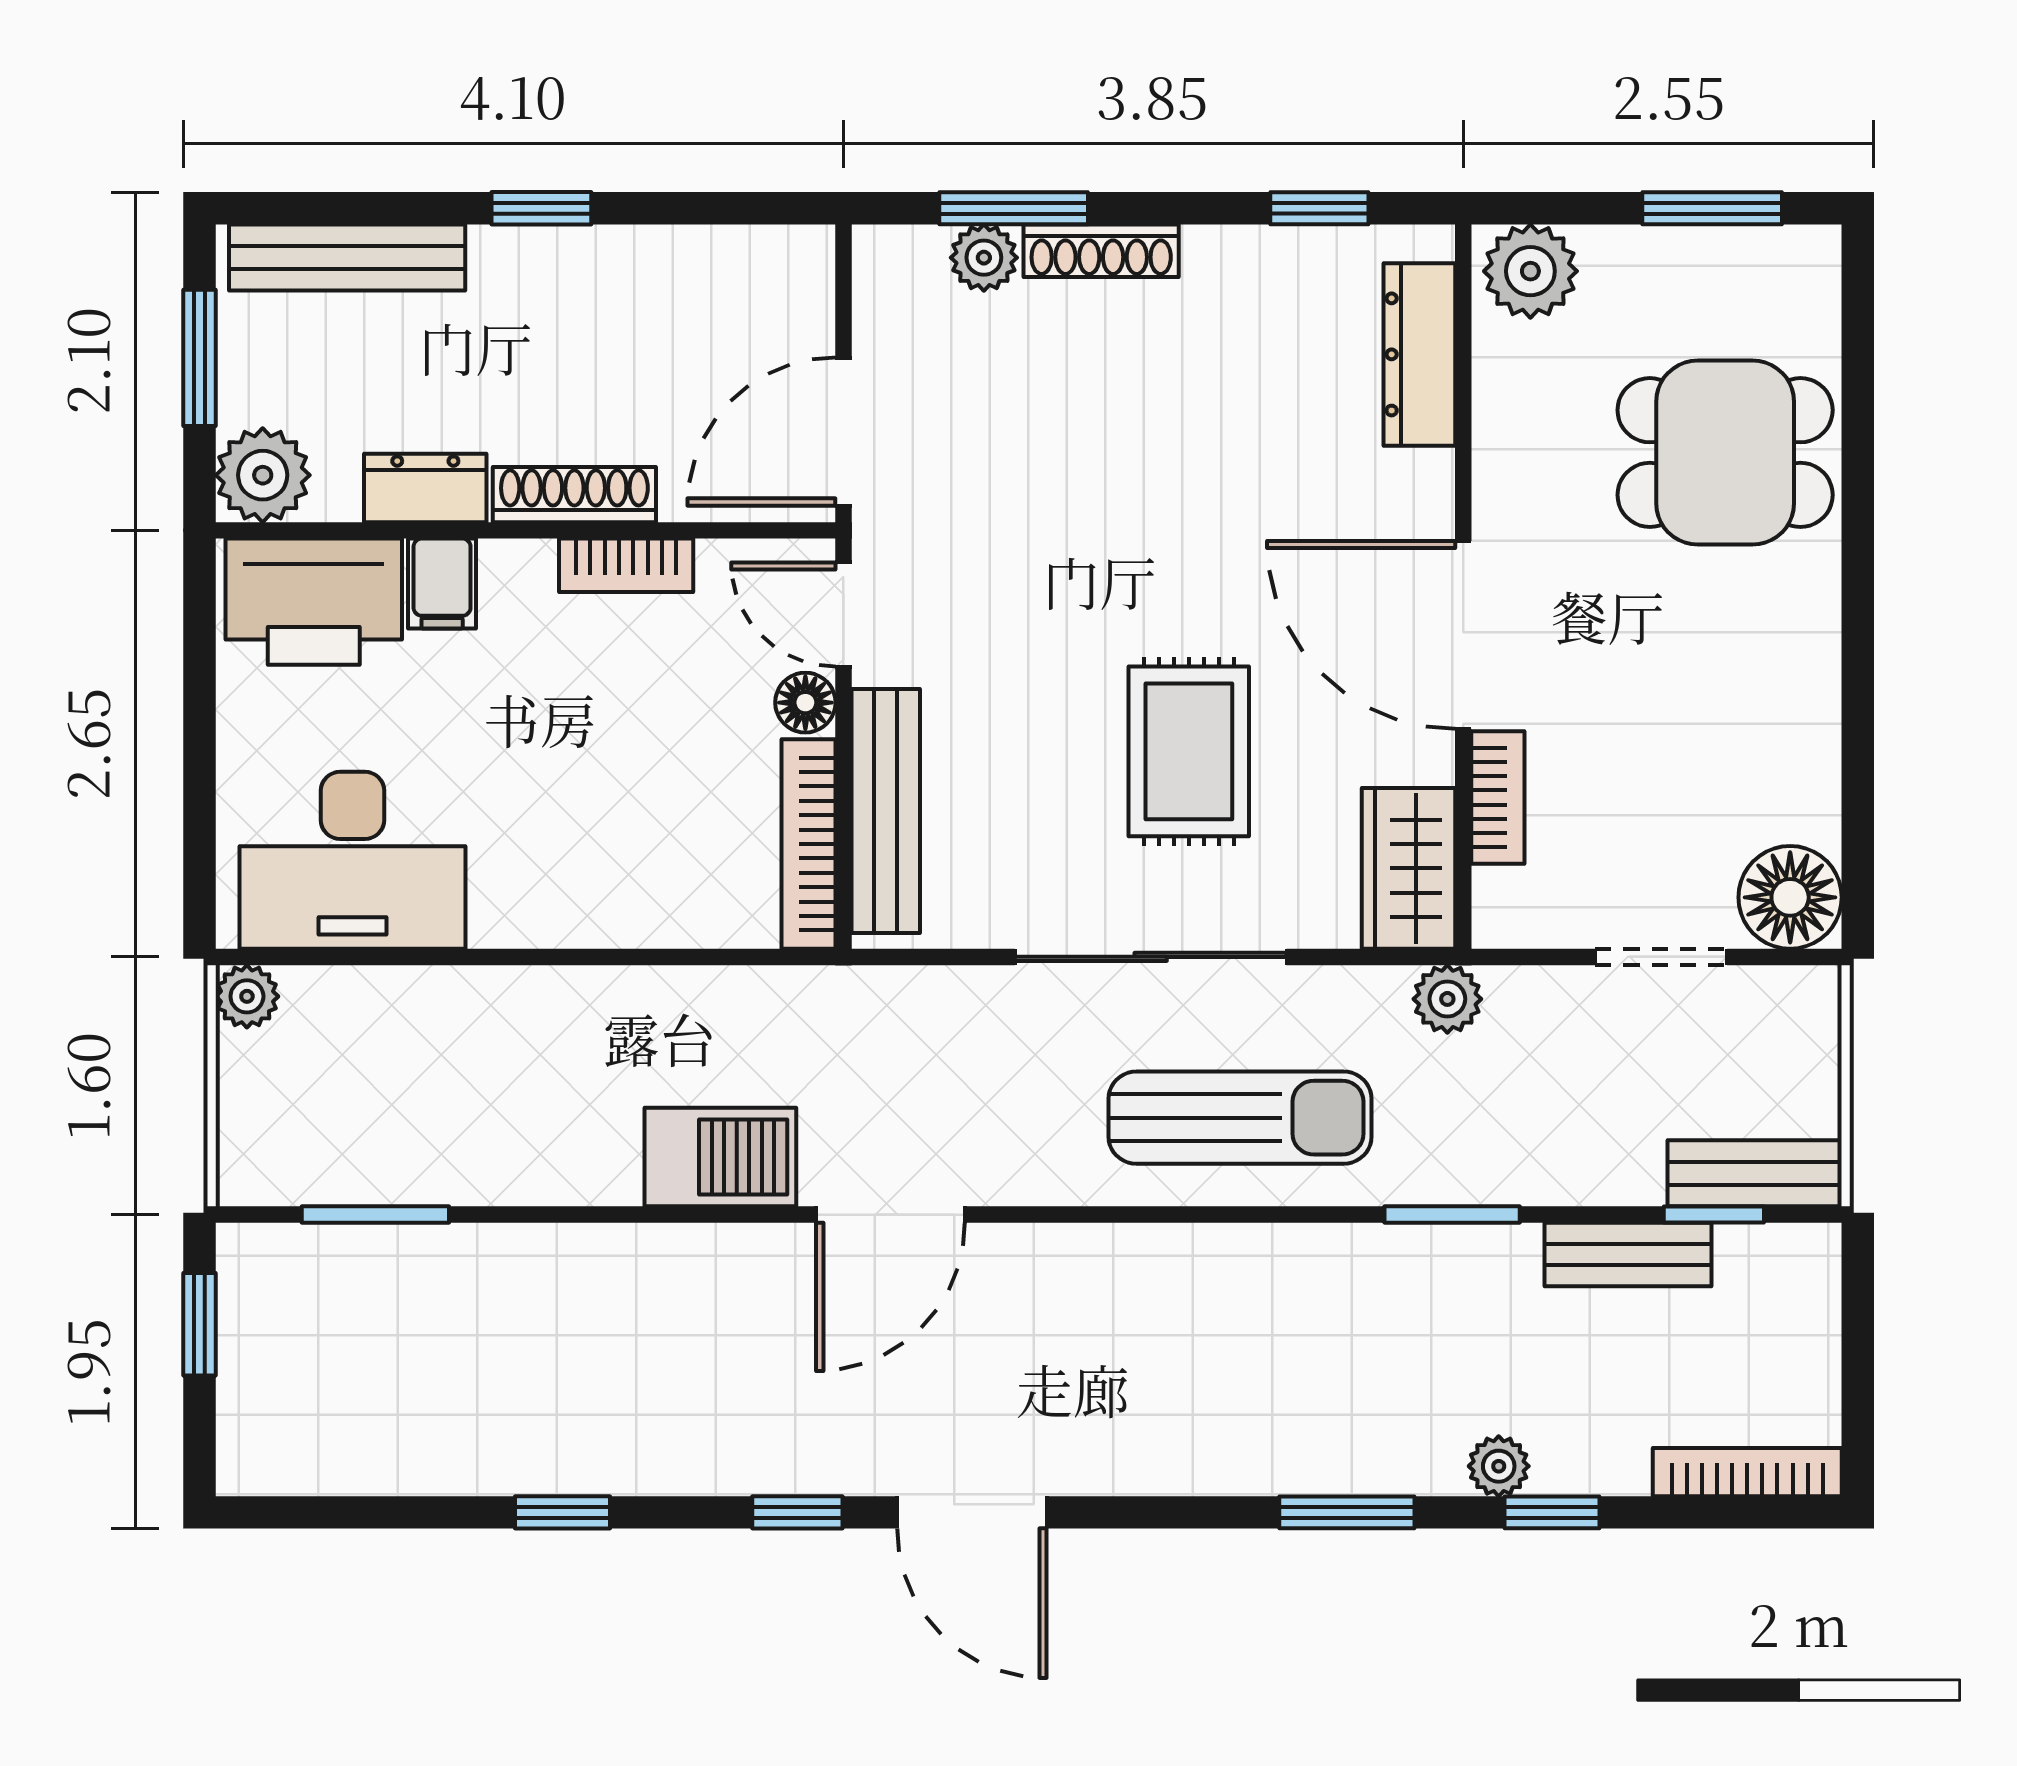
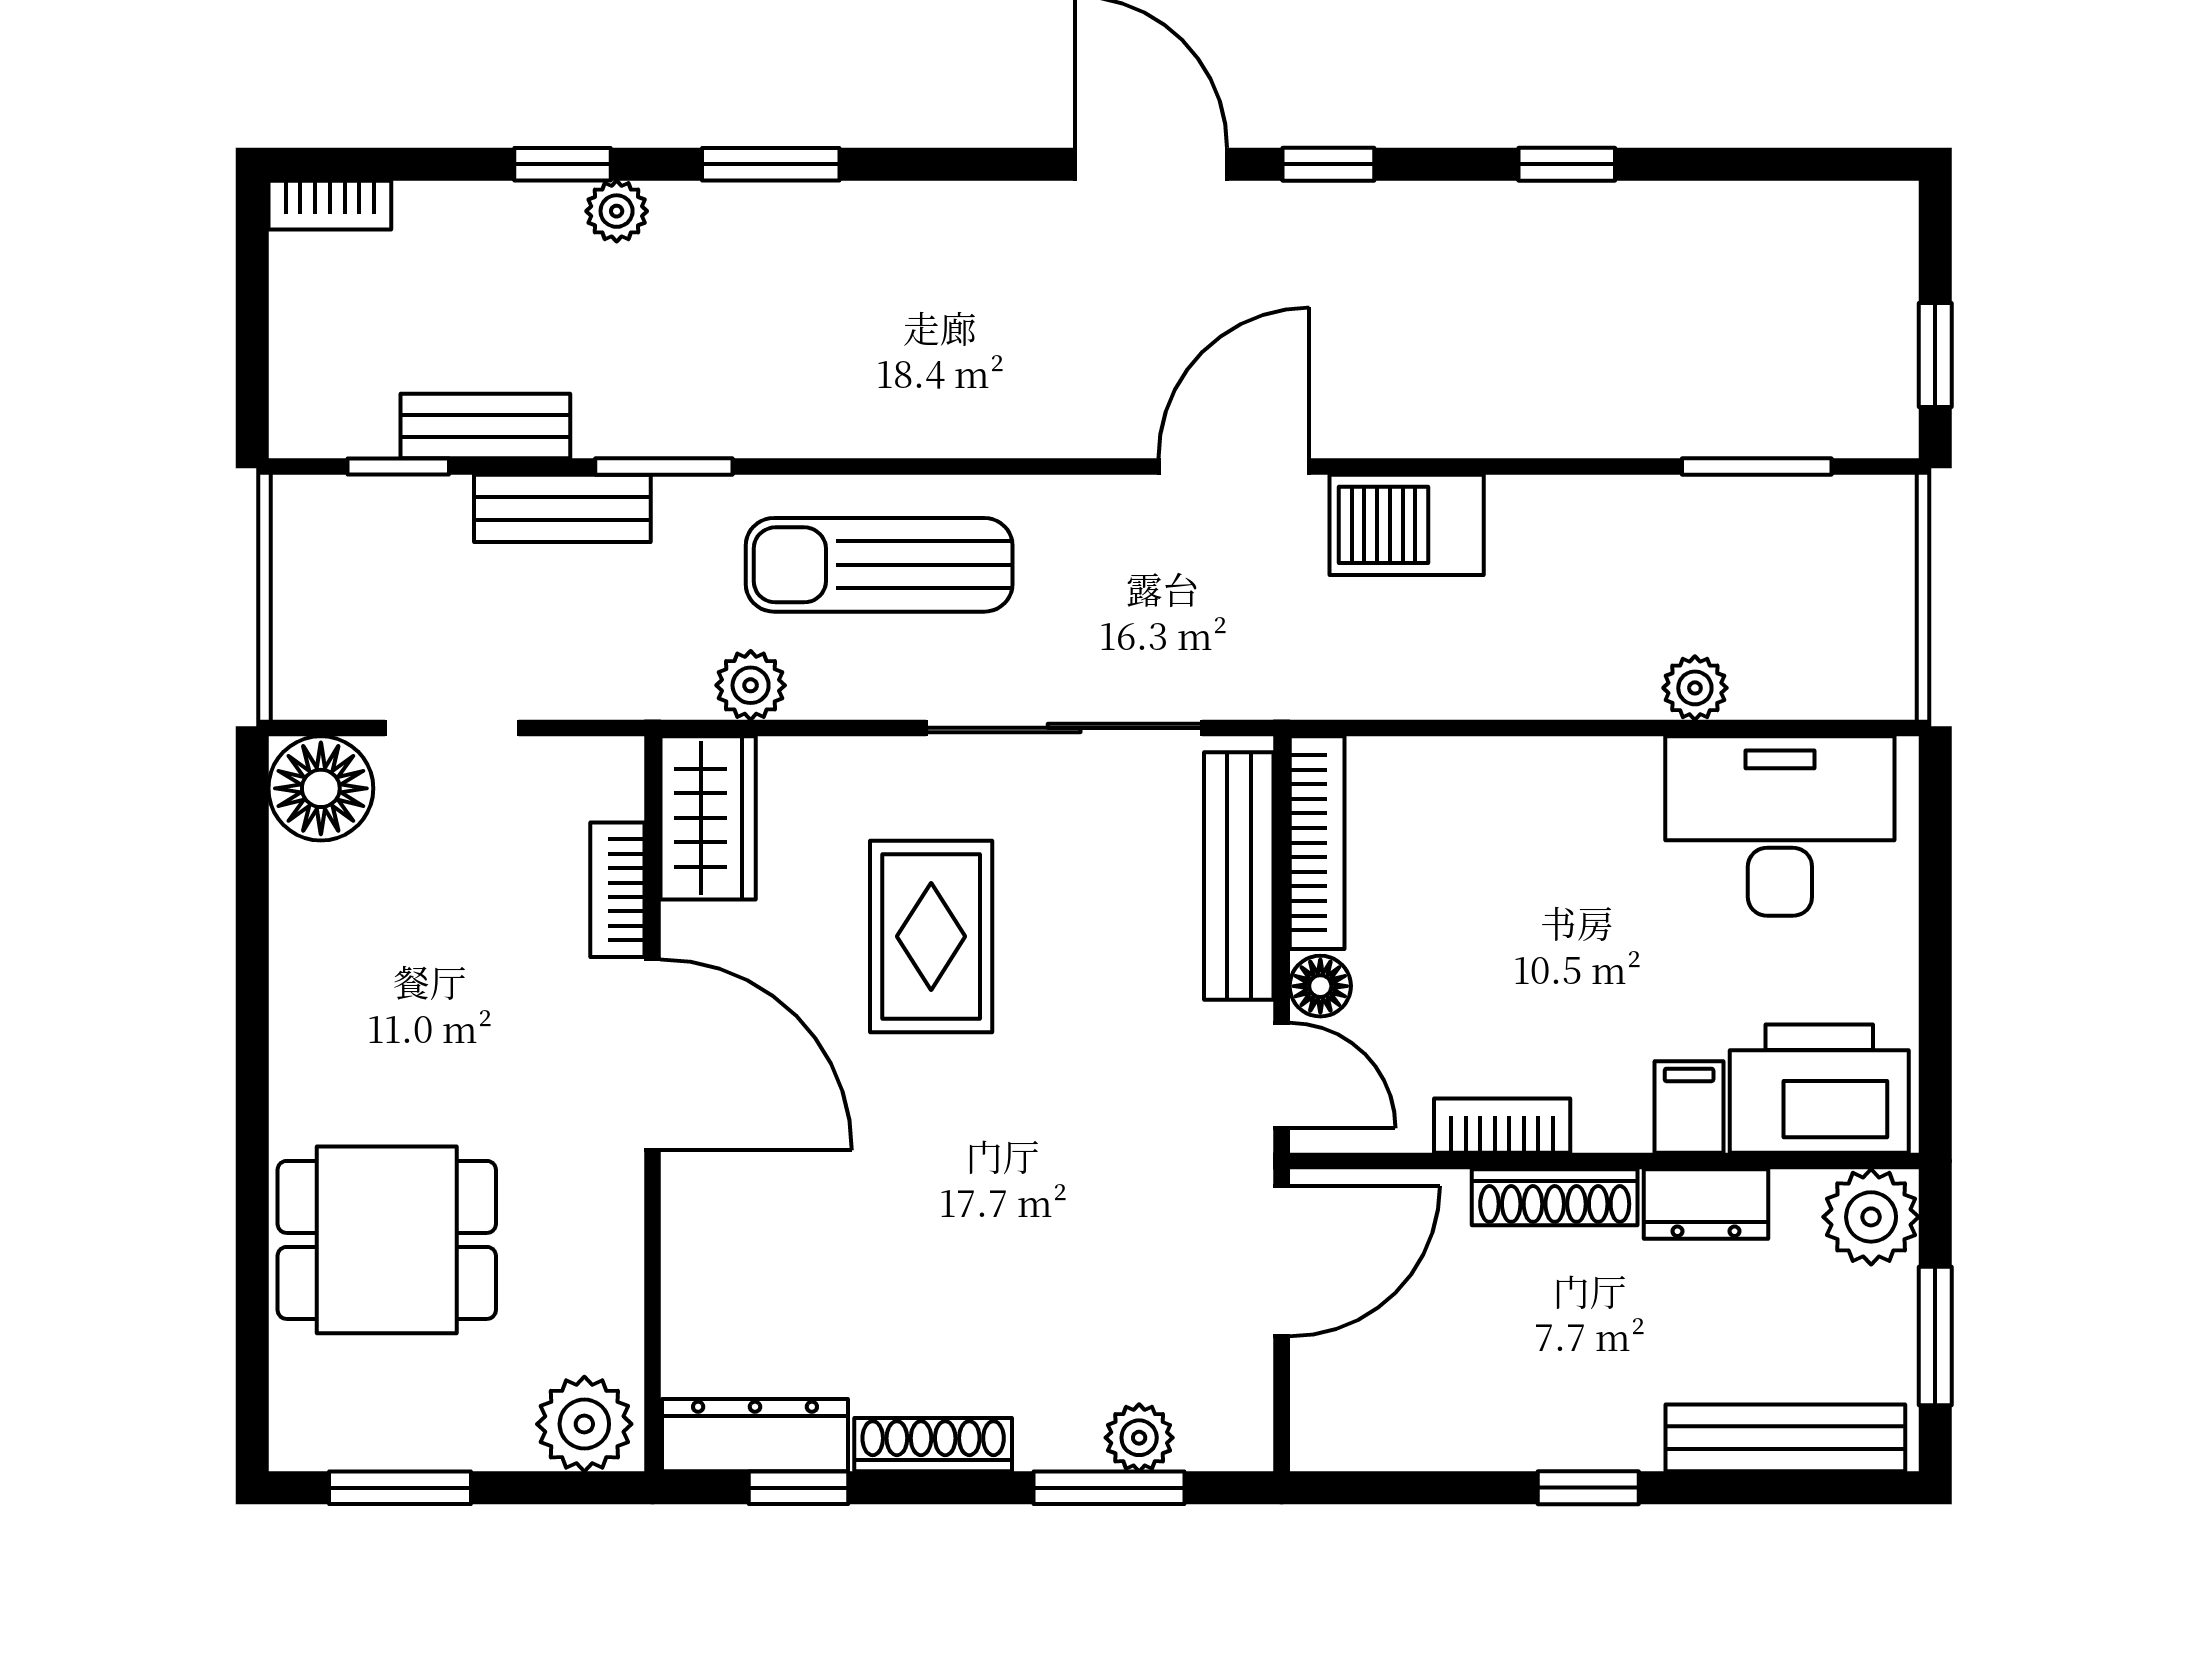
shoe rack: (1101, 251) -> (933, 1445), moved
dresser: (1419, 354) -> (755, 1435), moved, turned -90
sliding door: (1151, 957) -> (1064, 728), moved
plant: (247, 996) -> (1695, 688), moved
plant: (1447, 999) -> (751, 685), moved
bench: (1755, 1173) -> (562, 508), moved
bookcase: (1747, 1472) -> (330, 205), width x0.64

